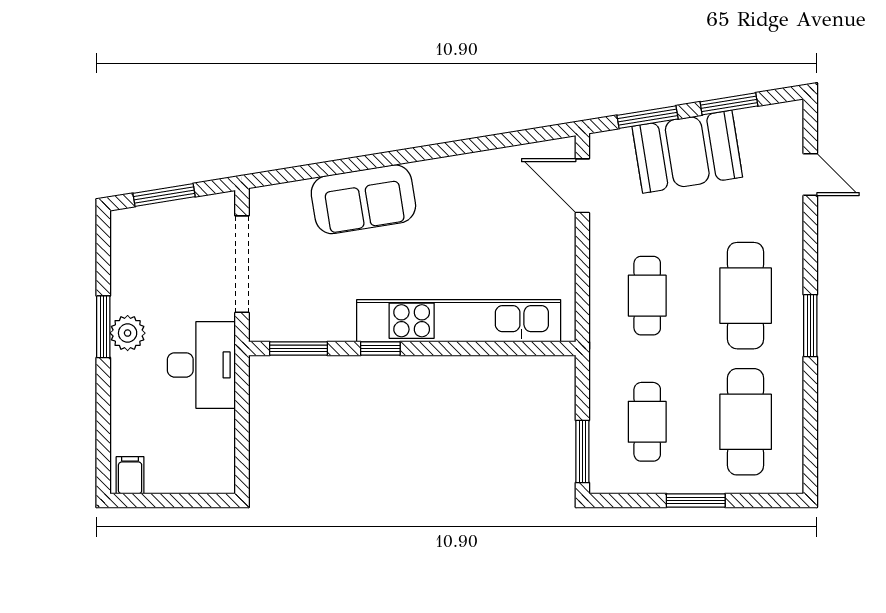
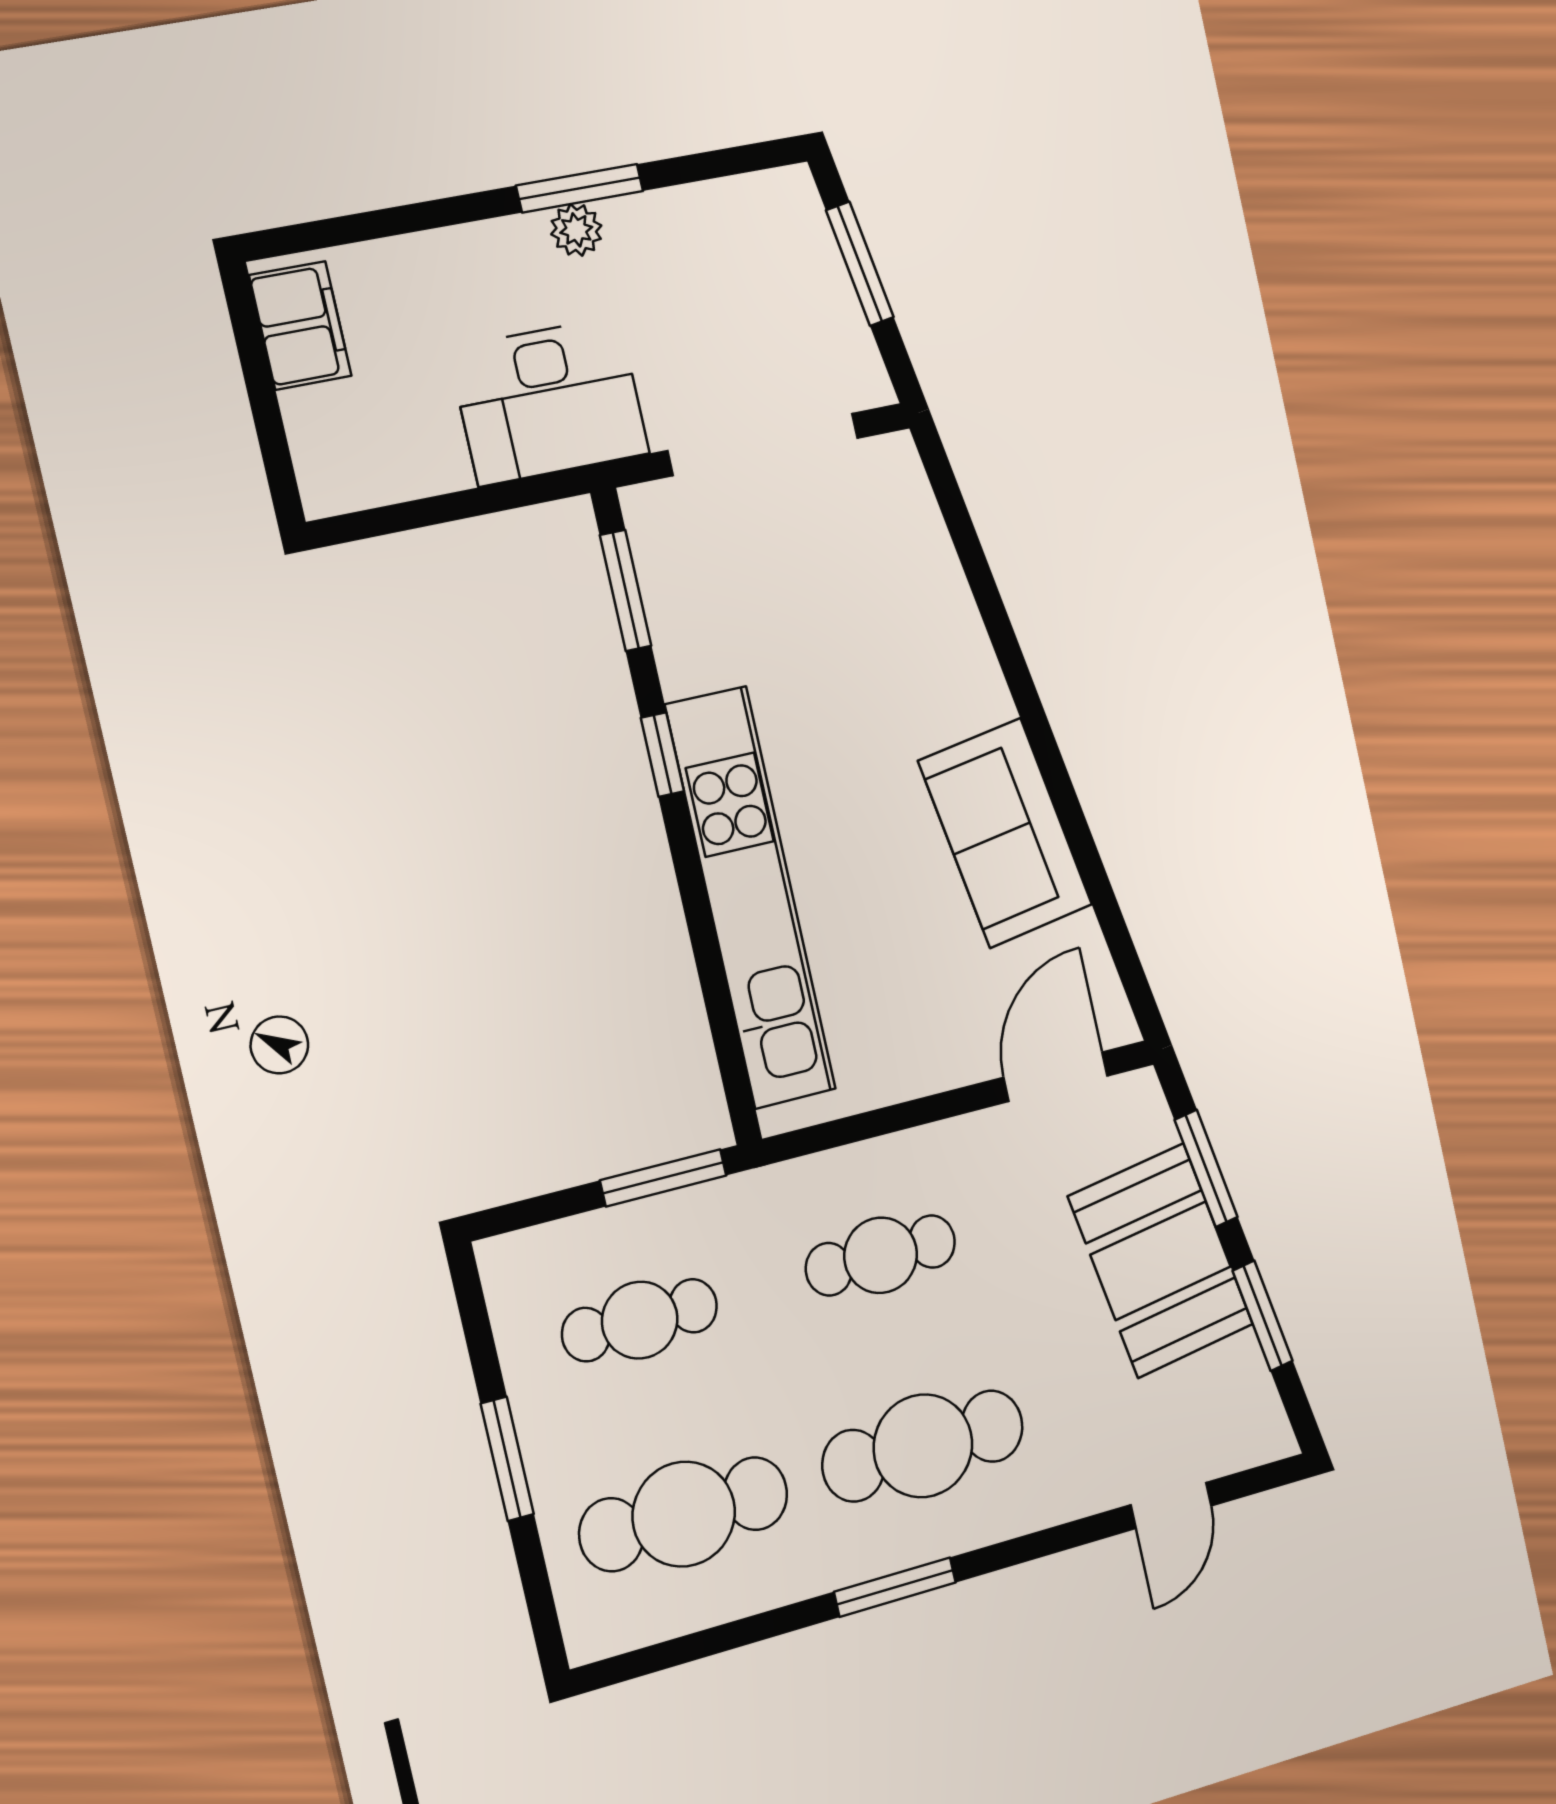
sofa: (363, 199) -> (1005, 833), moved
plant: (128, 333) -> (576, 230), width x0.73, depth x0.73
window: (582, 452) -> (663, 1178), moved
filing cabinet: (130, 475) -> (300, 326), width x2.00

